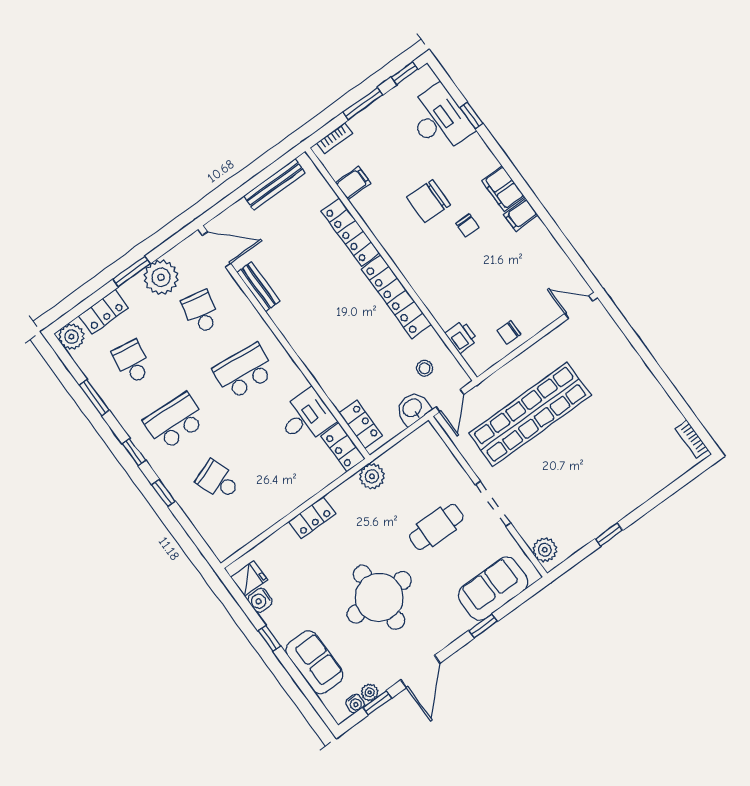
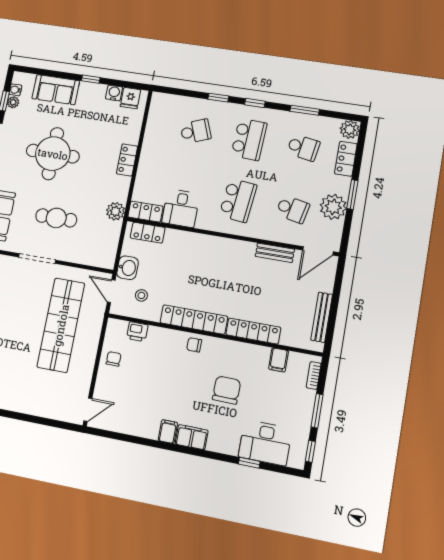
chair: (467, 225) -> (194, 345), moved
cafe table: (436, 527) -> (56, 218), turned 90

